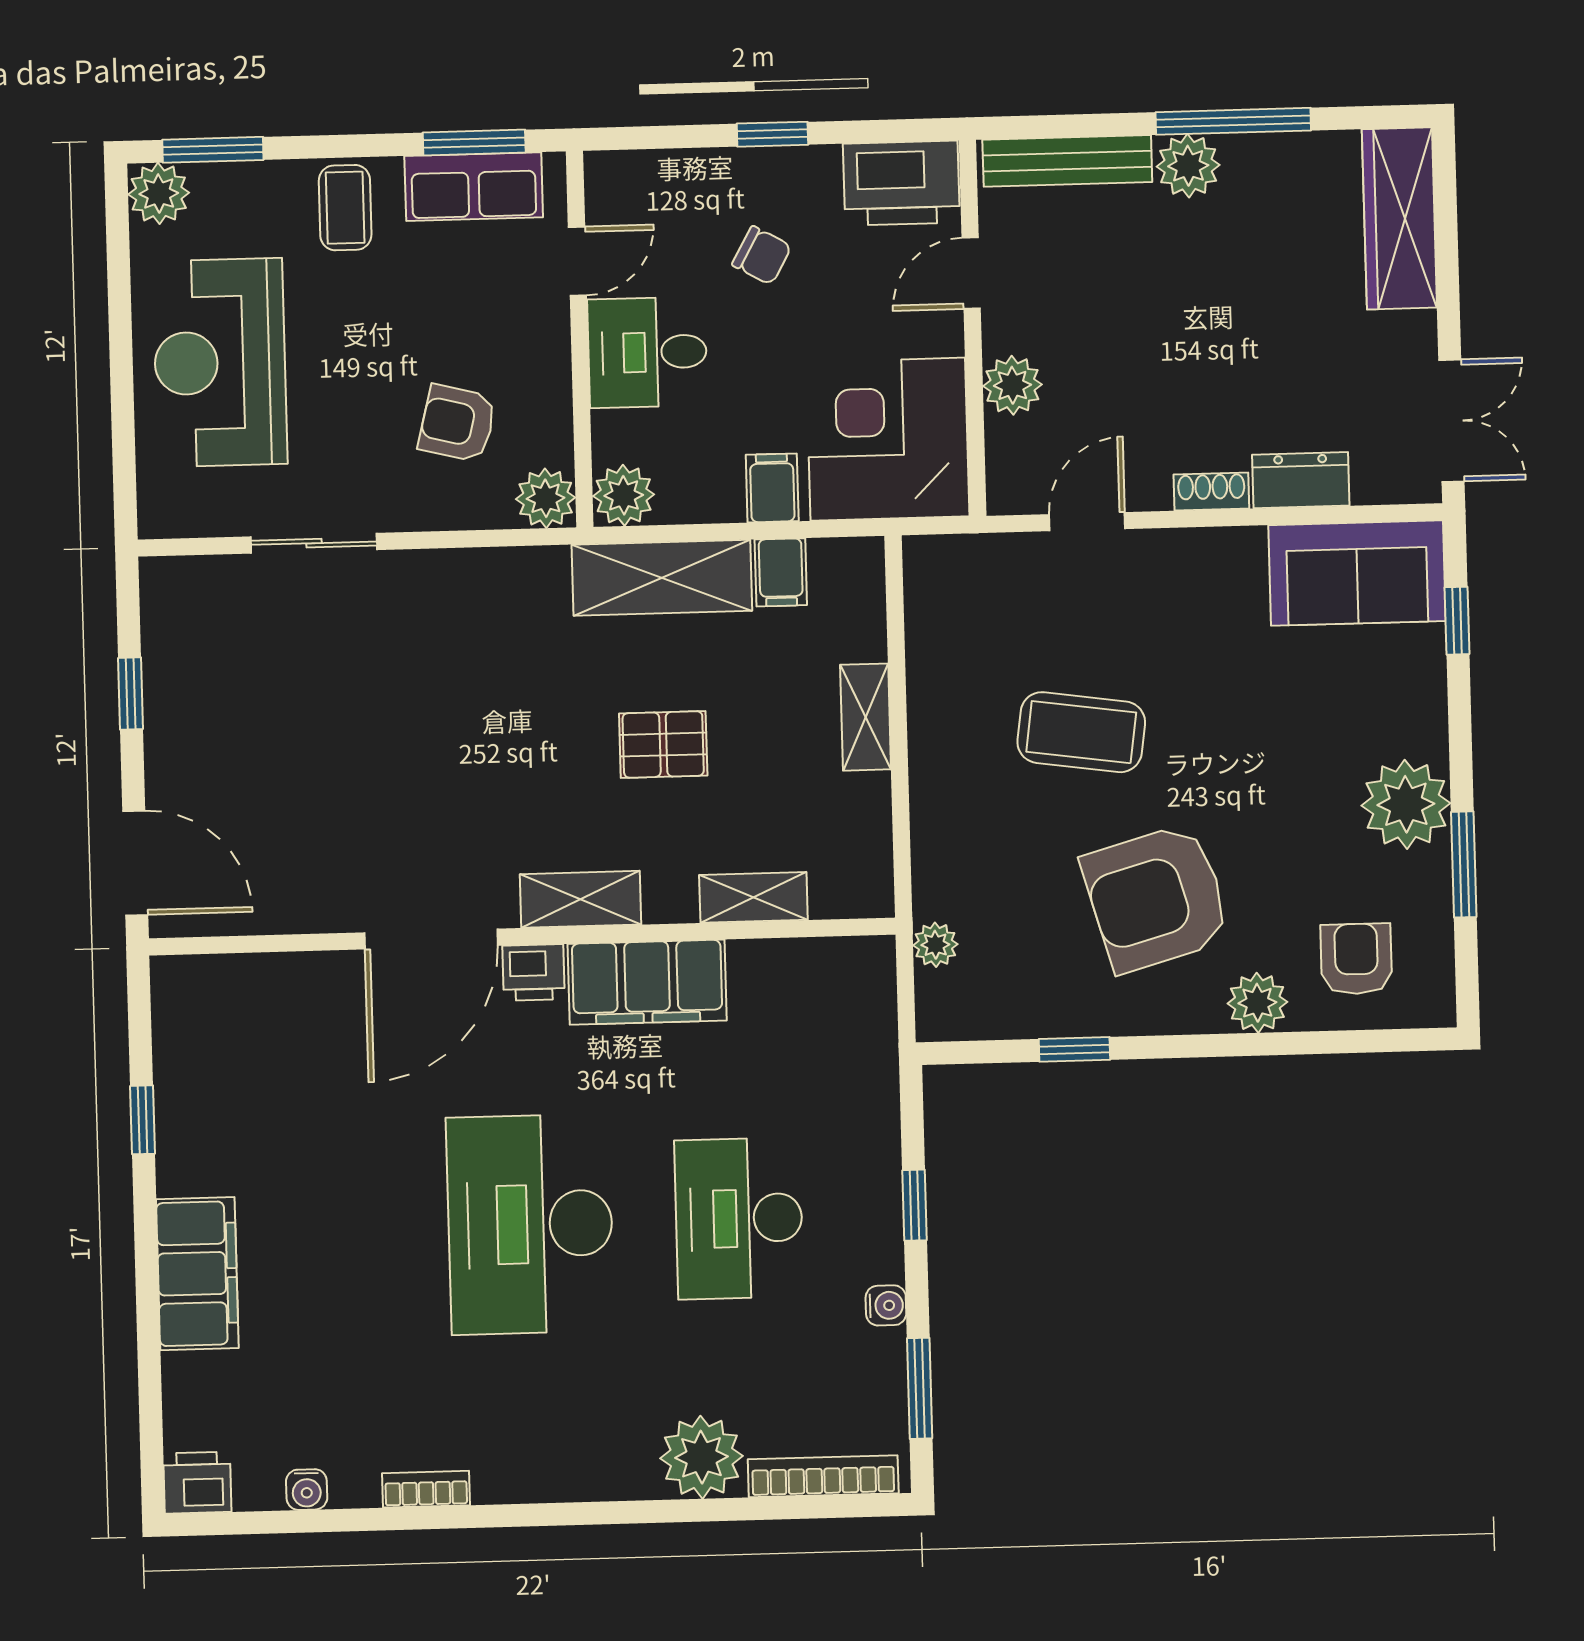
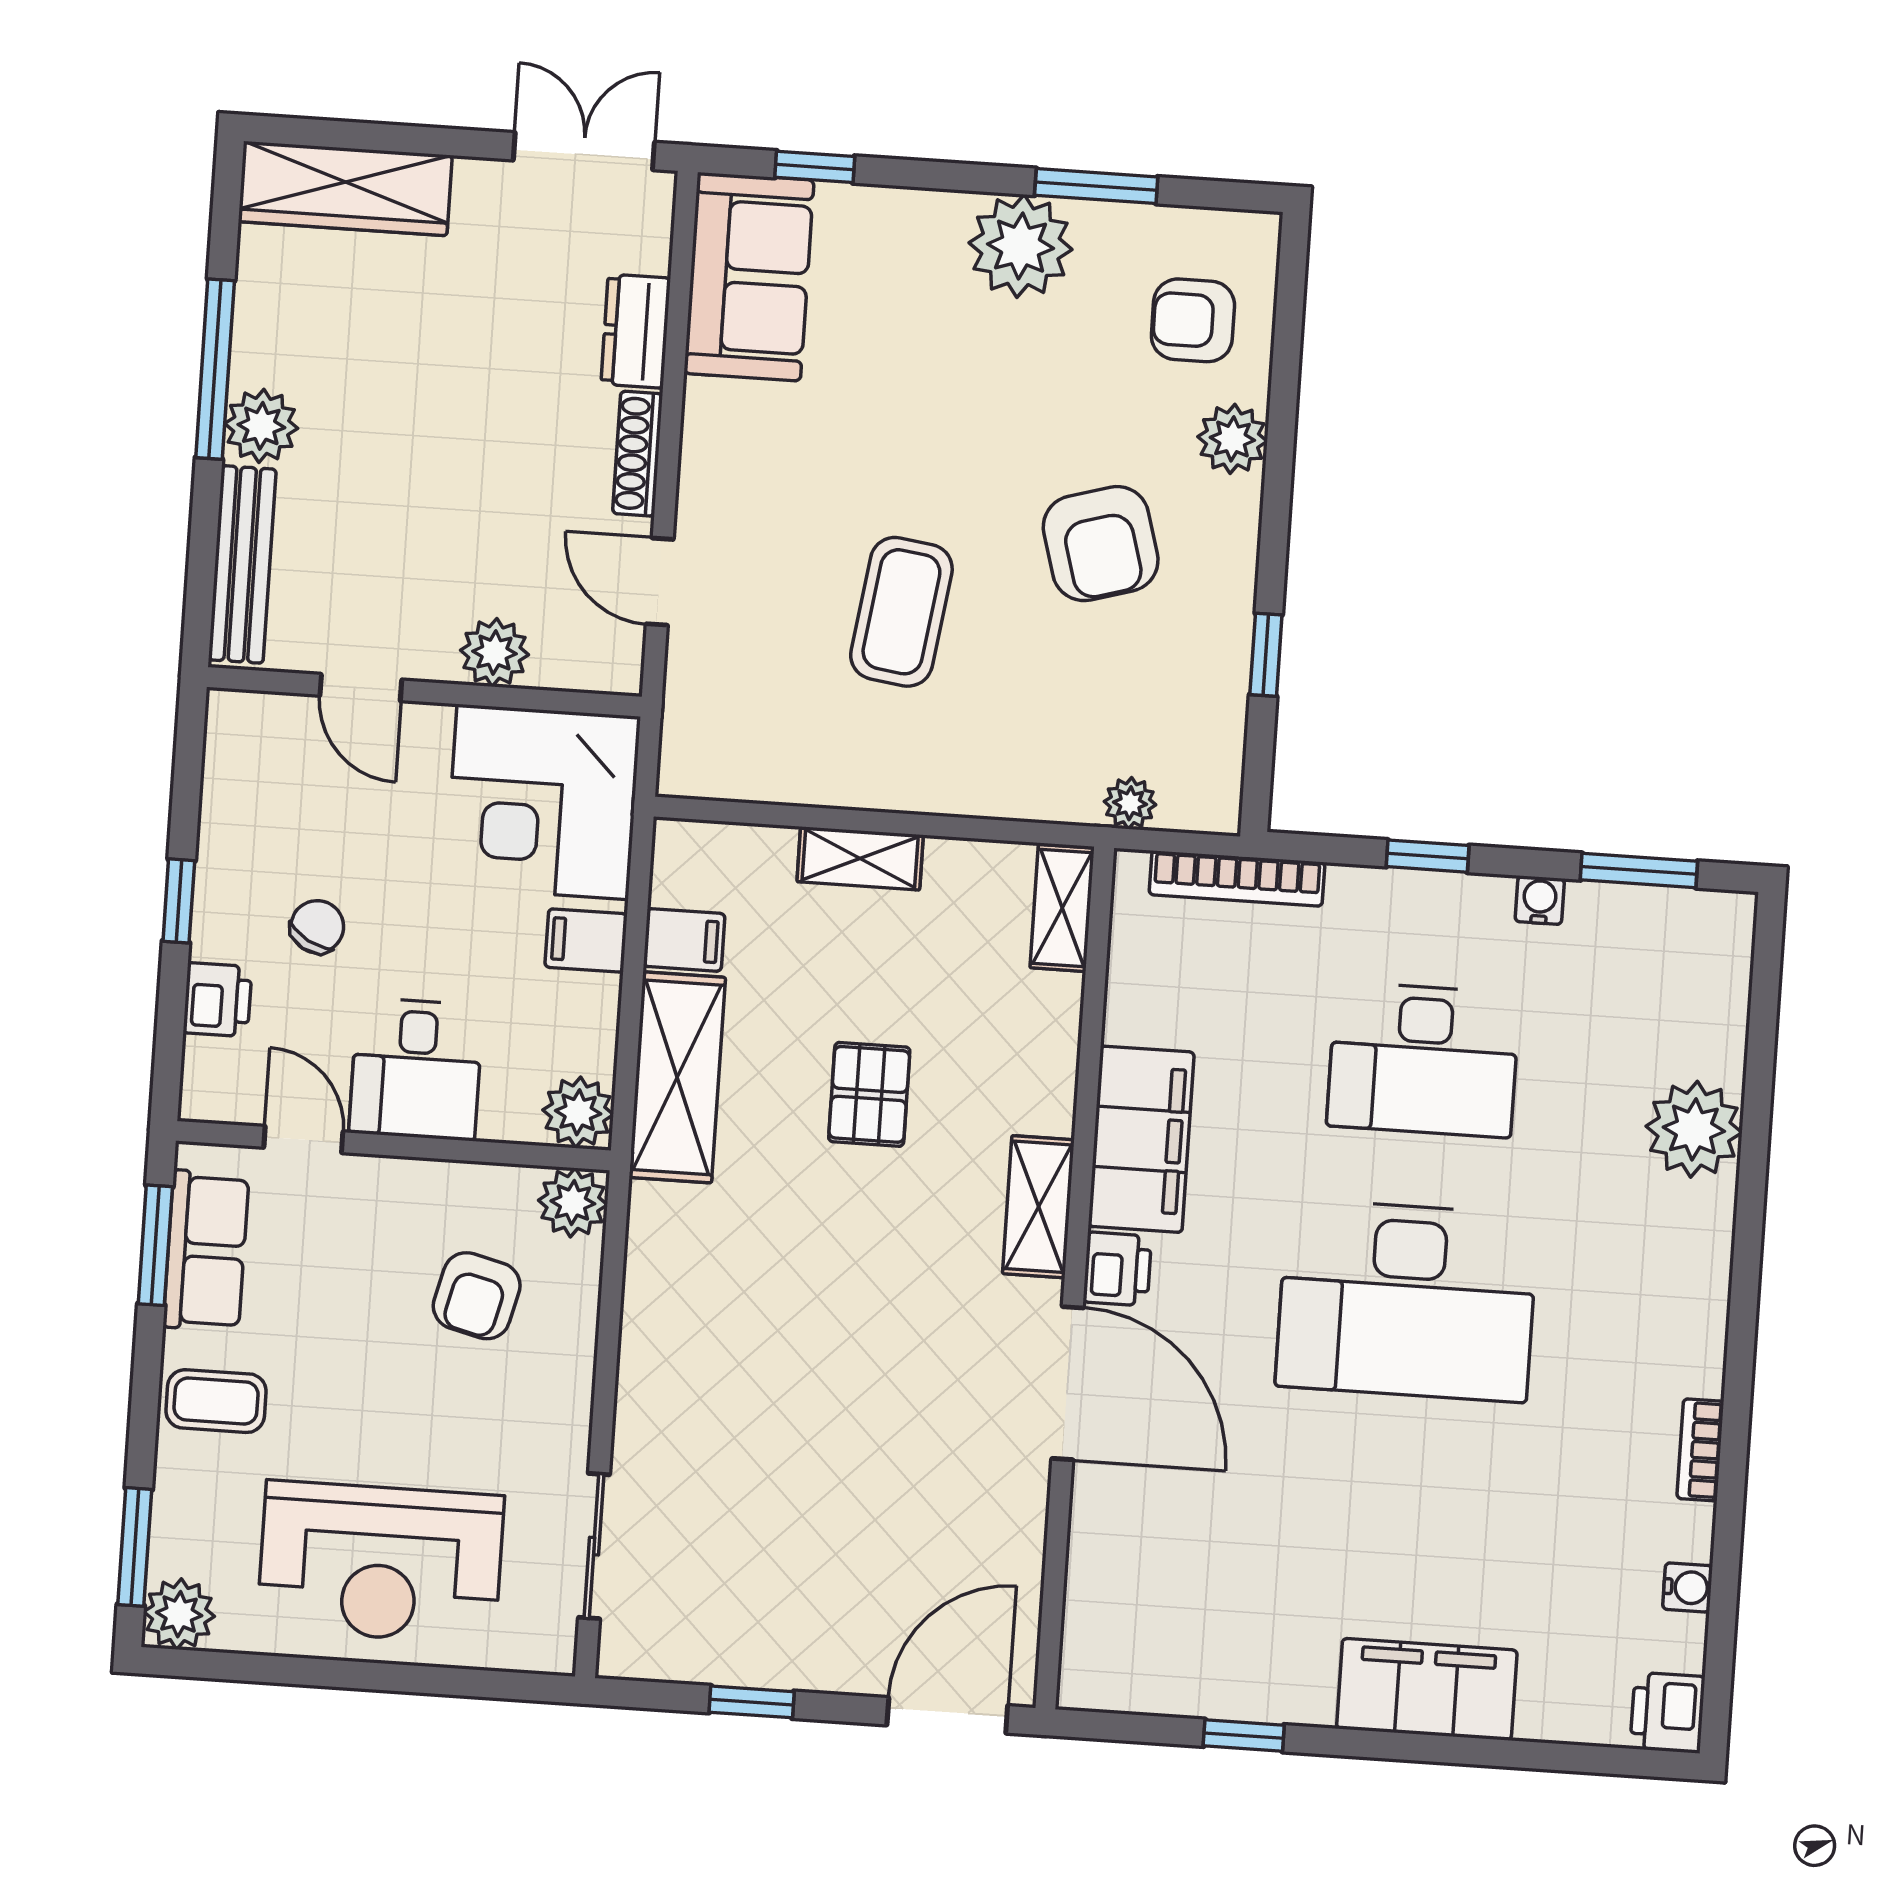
printer: (901, 183) -> (218, 1000), moved, width x0.53, depth x0.68
shoe rack: (1211, 492) -> (638, 454), width x1.43
sliding door: (314, 543) -> (594, 1546), moved
shelving: (753, 897) -> (1062, 908), moved
armchair: (1156, 898) -> (1101, 544), width x0.73, depth x0.73
bookcase: (823, 1476) -> (1237, 879), moved, turned -90

